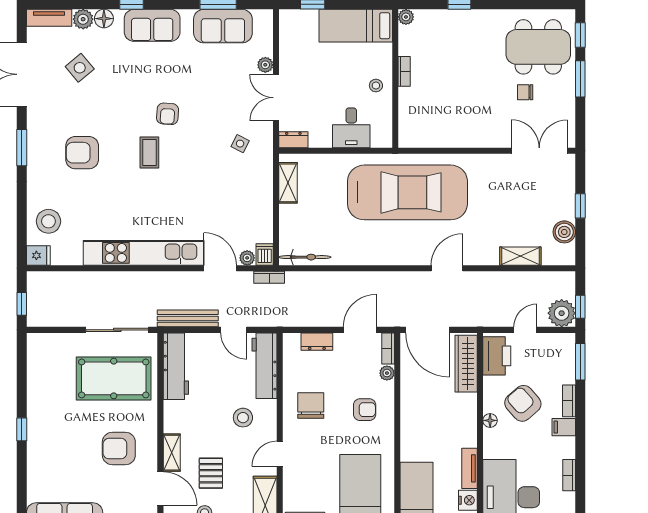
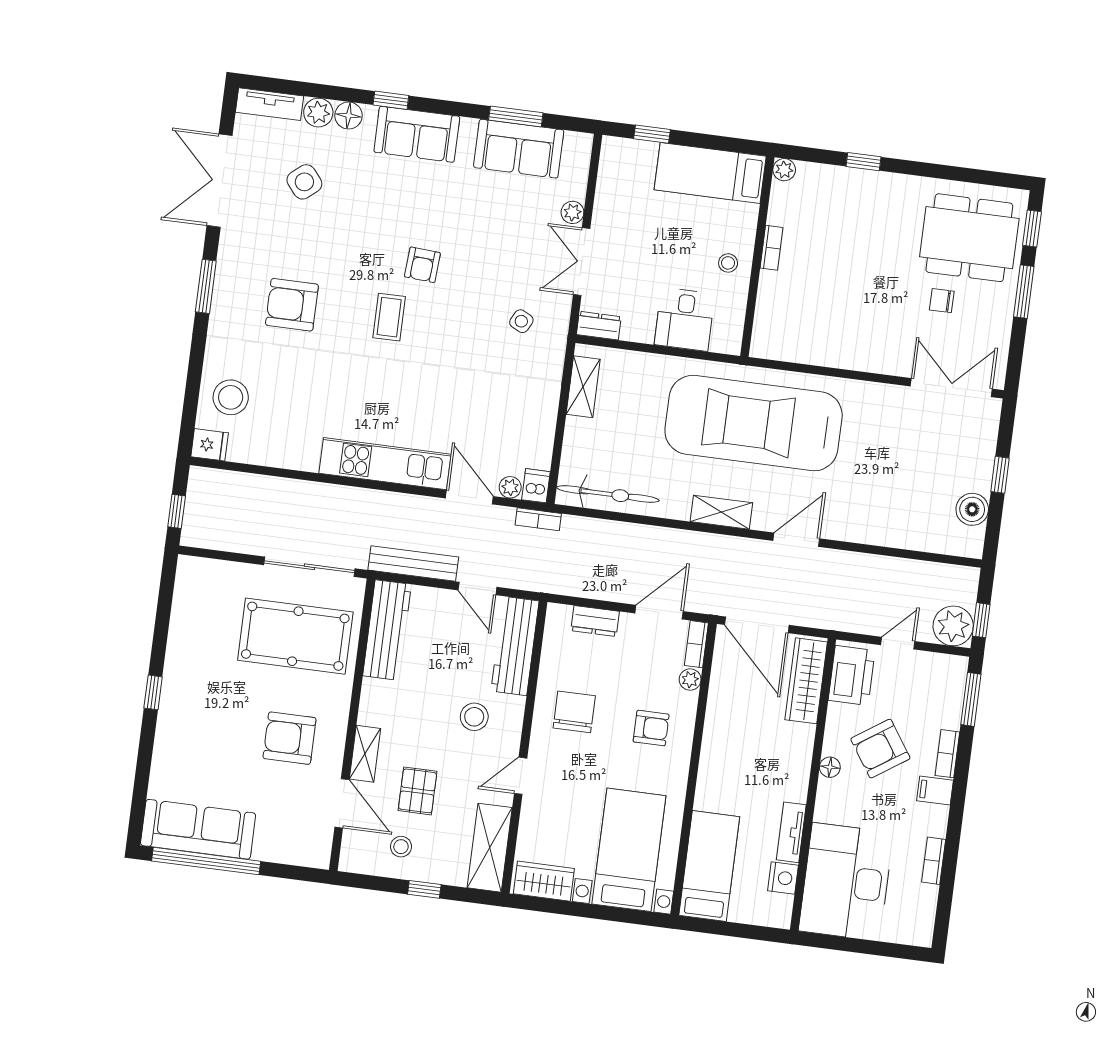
car: (407, 192) -> (754, 423), turned 180
kitchen unit: (144, 253) -> (385, 464), width x0.73
shelving: (520, 256) -> (721, 512), moved
bicycle: (305, 257) -> (608, 494), width x1.37, depth x1.40
armchair: (523, 403) -> (880, 749), turned -83

